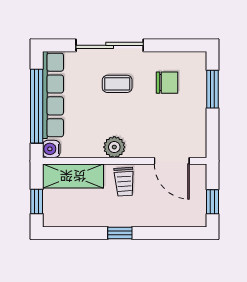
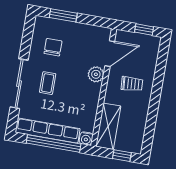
plant: (114, 147) -> (96, 74), moved
trolley: (124, 182) -> (132, 84), moved
window: (120, 233) -> (155, 100), removed

